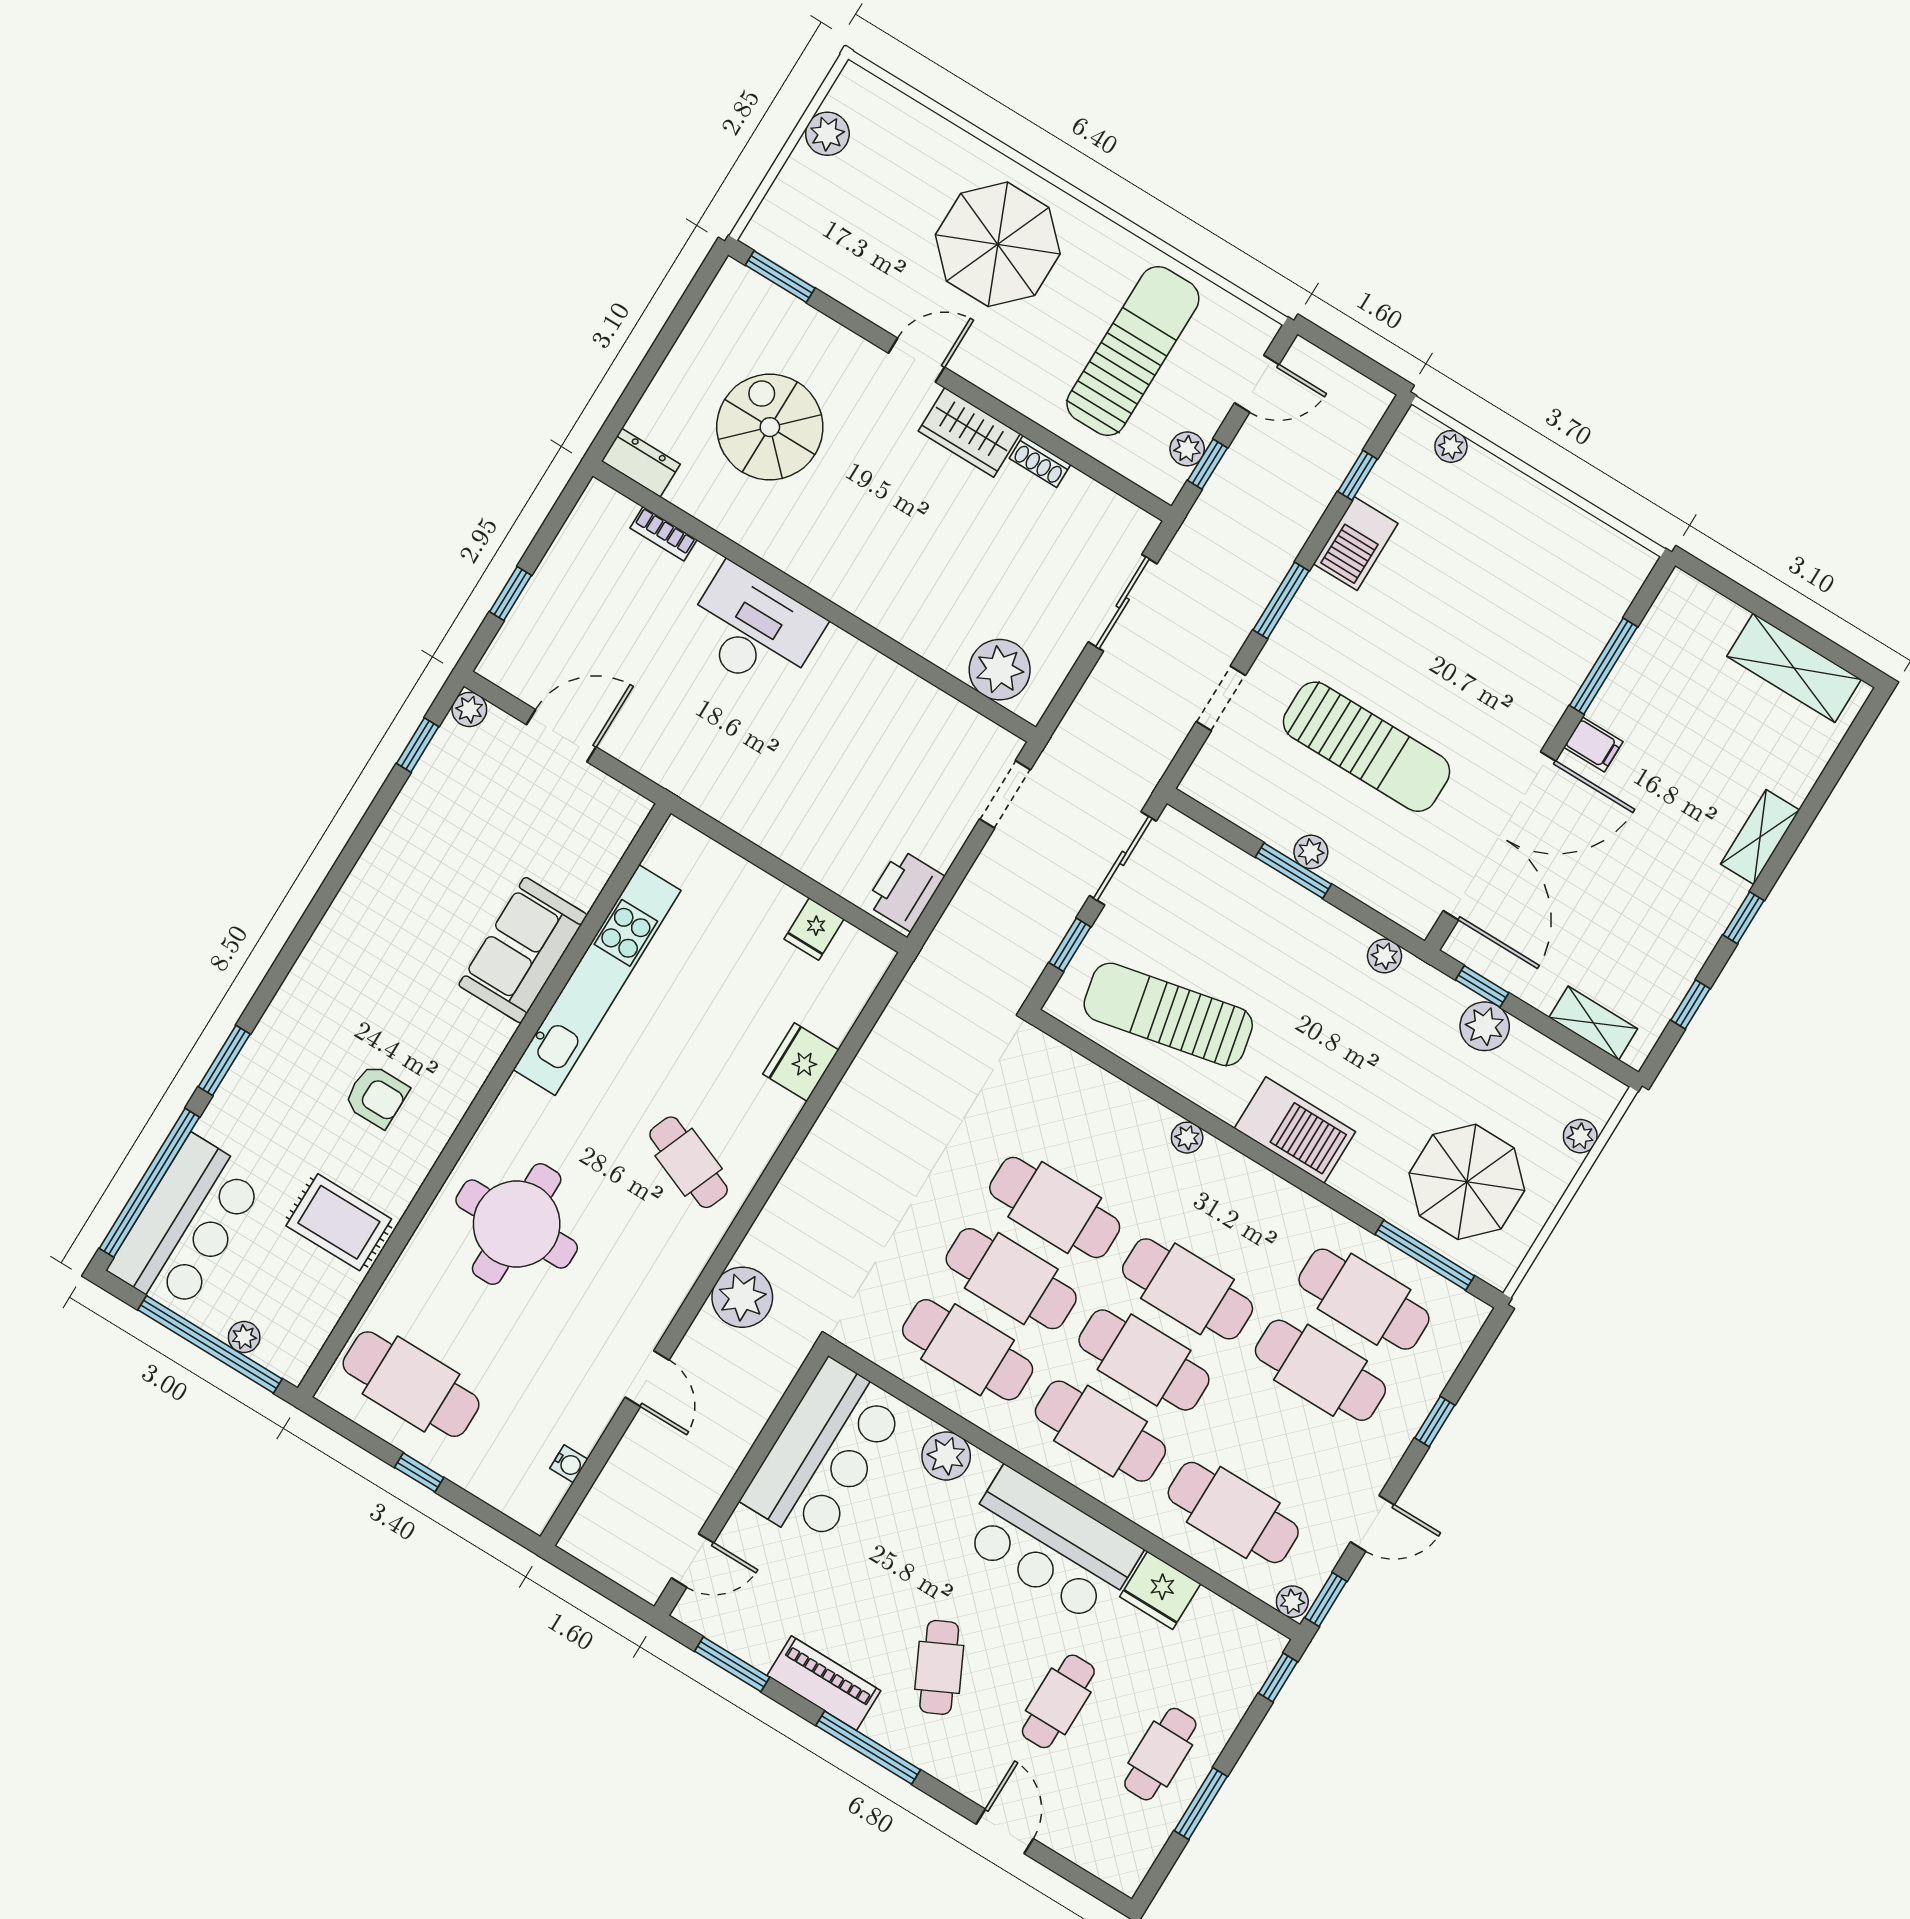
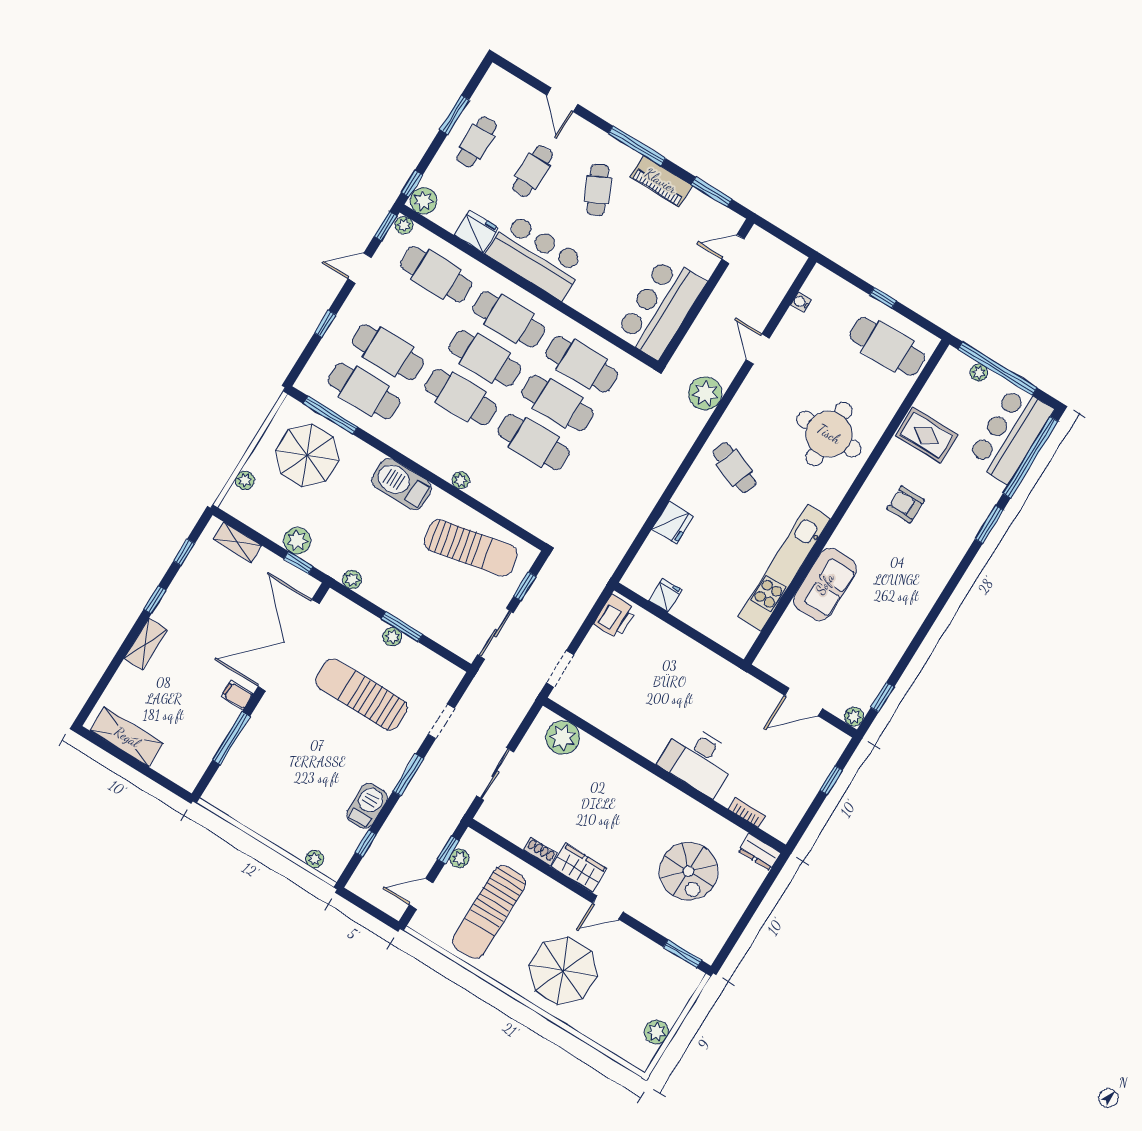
plant: (946, 1456) -> (424, 201), moved

